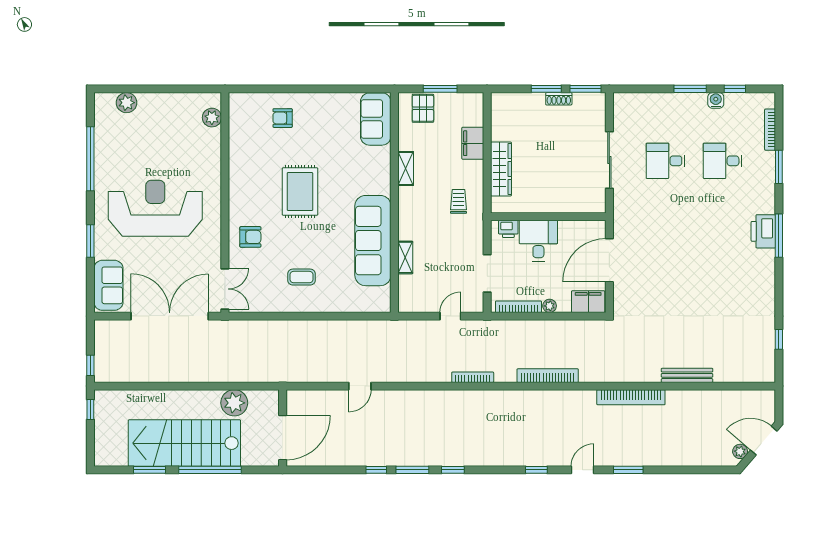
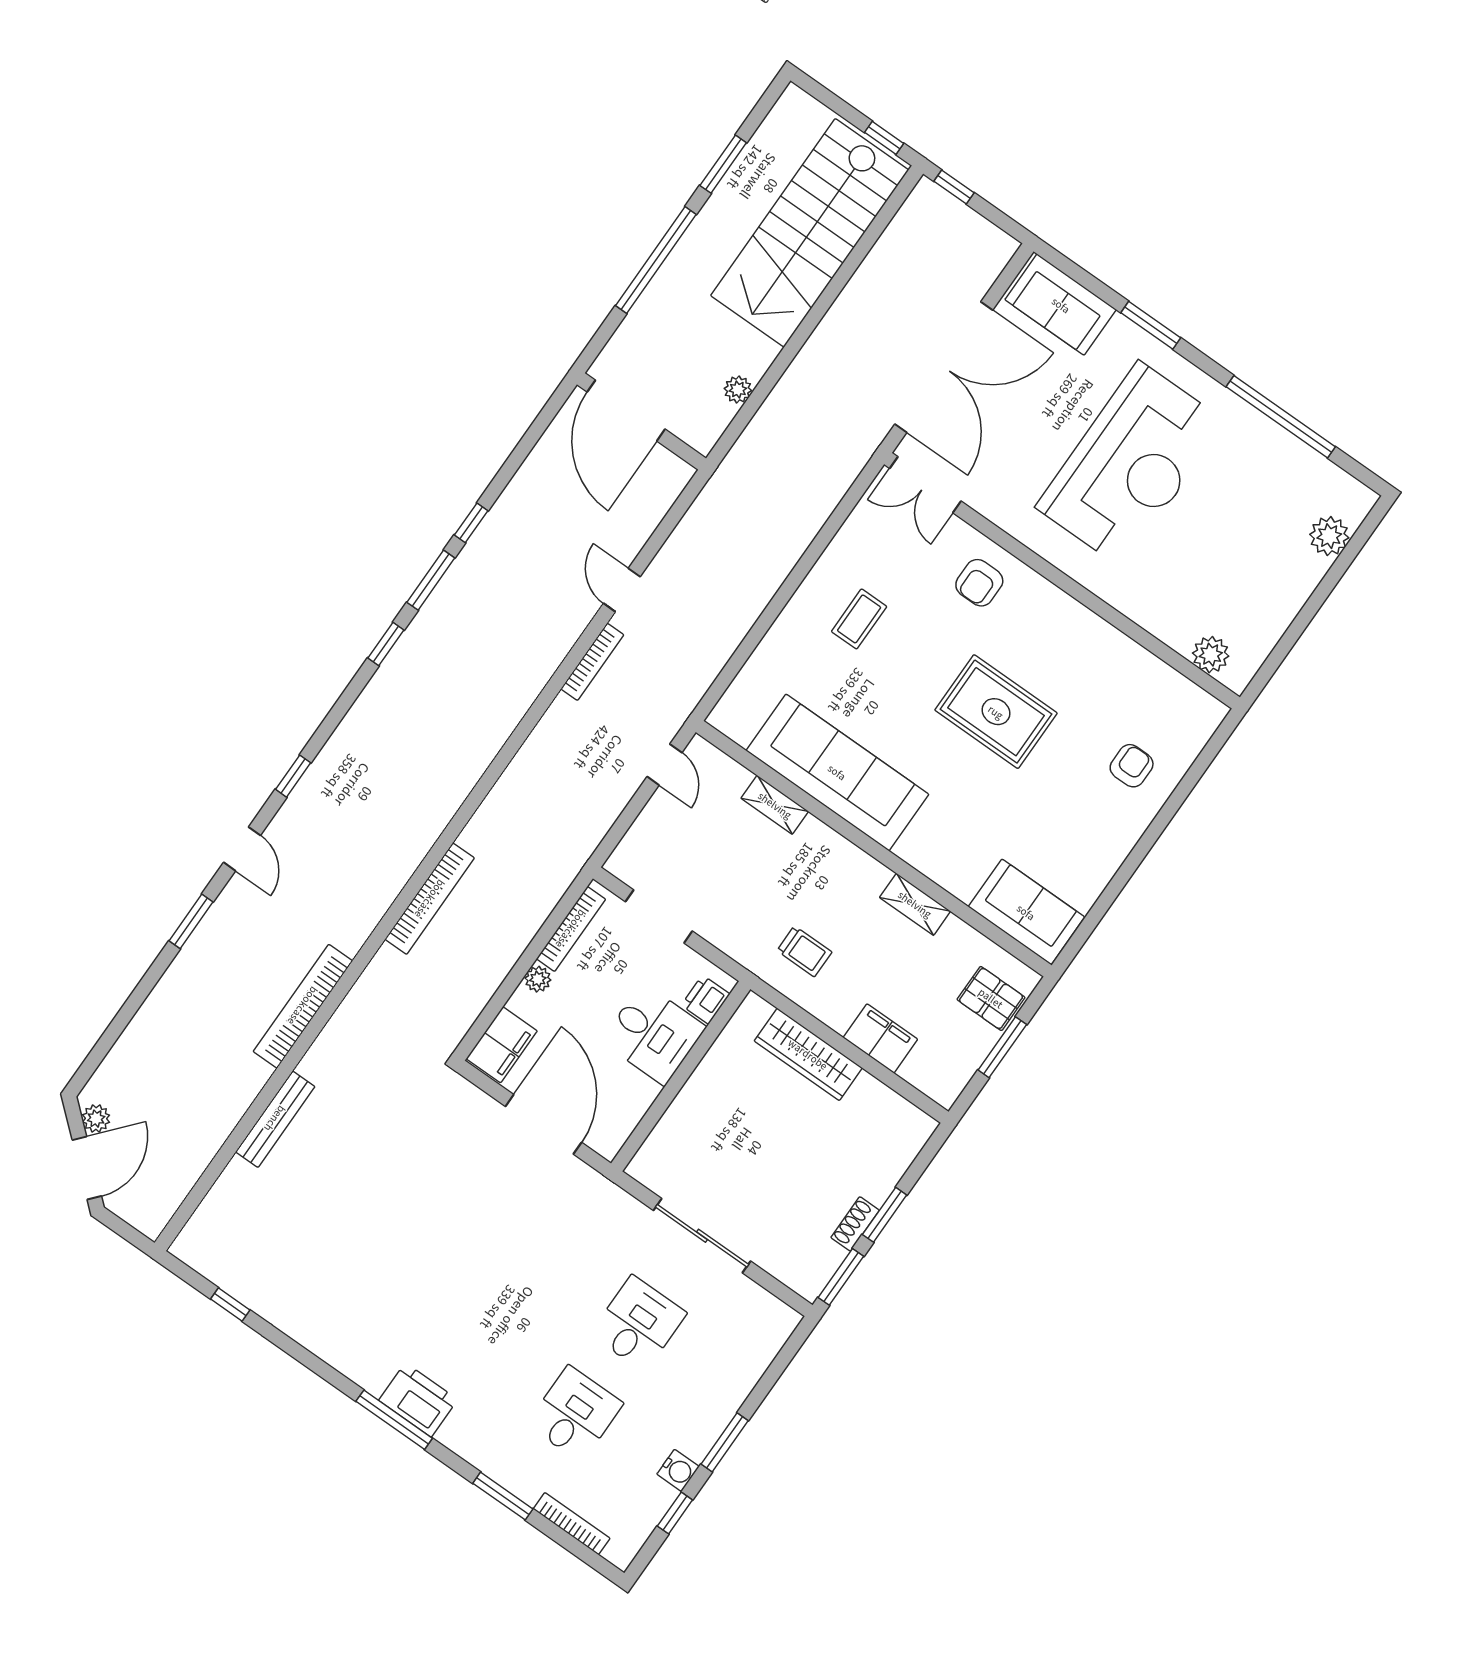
door: (450, 316) -> (664, 765), moved
bookcase: (473, 377) -> (592, 662), moved
plant: (234, 403) -> (738, 390), width x0.53, depth x0.53
stairs: (184, 443) -> (810, 233), moved, turned 180

